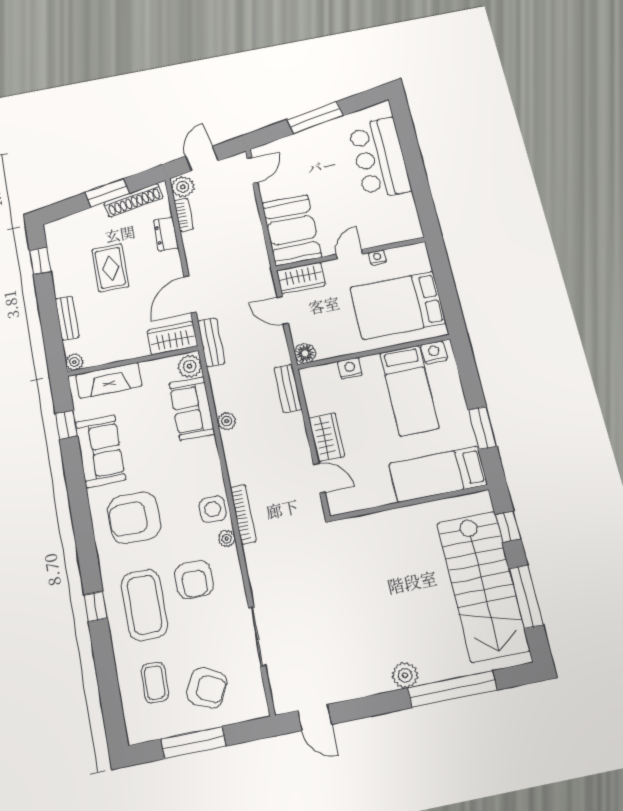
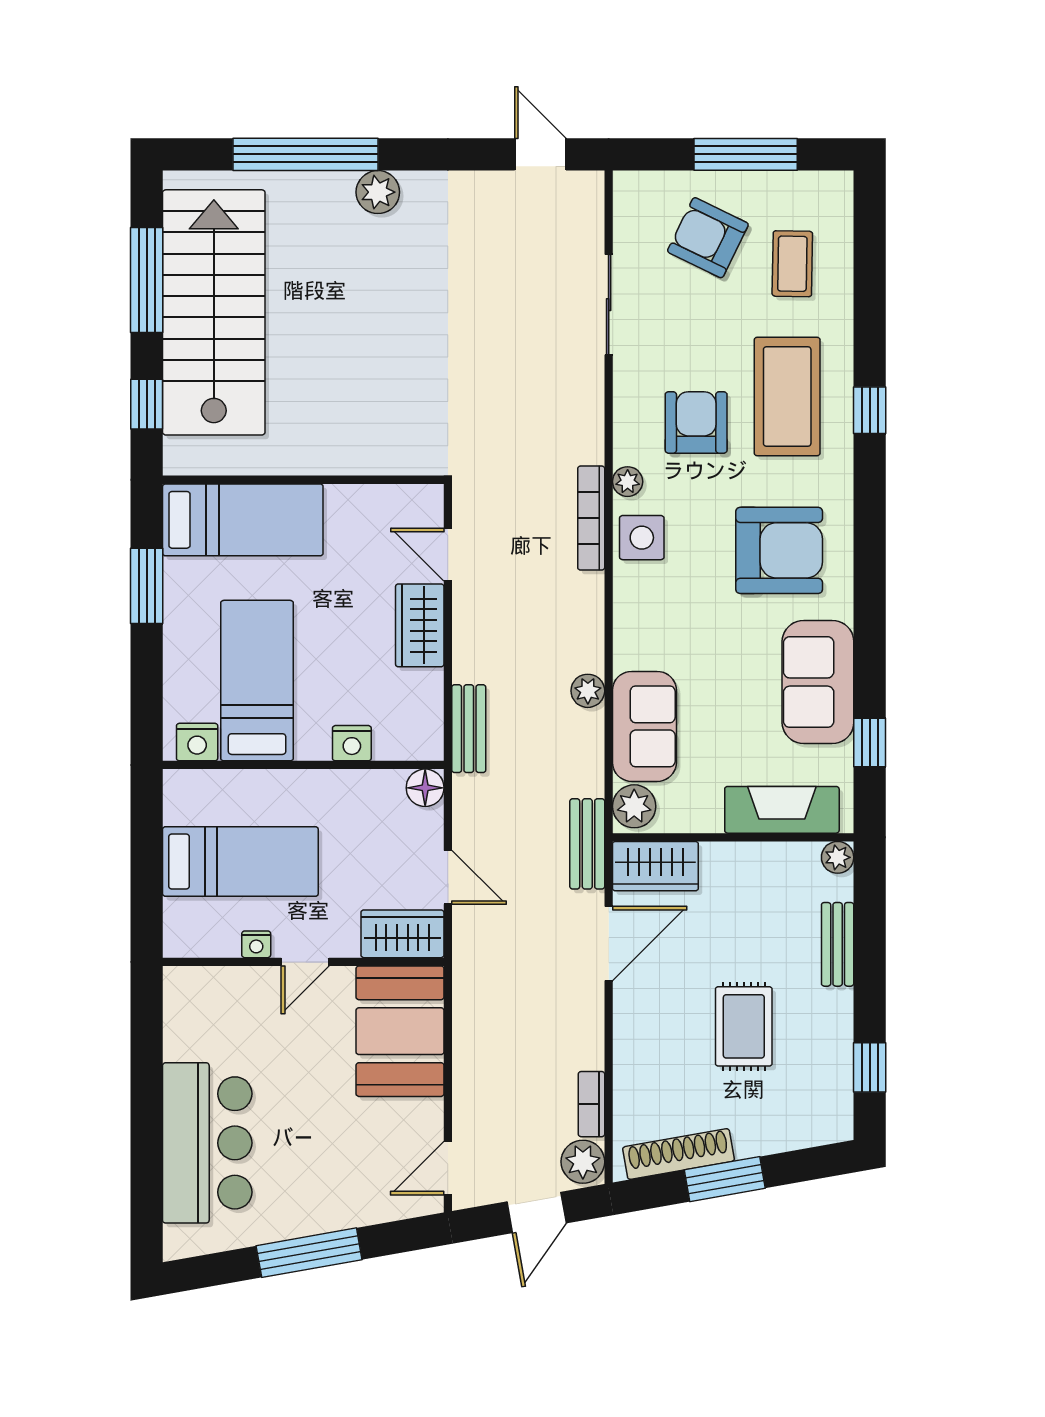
dresser: (166, 234) -> (631, 1072), removed
bed: (398, 305) -> (240, 862), width x0.67

